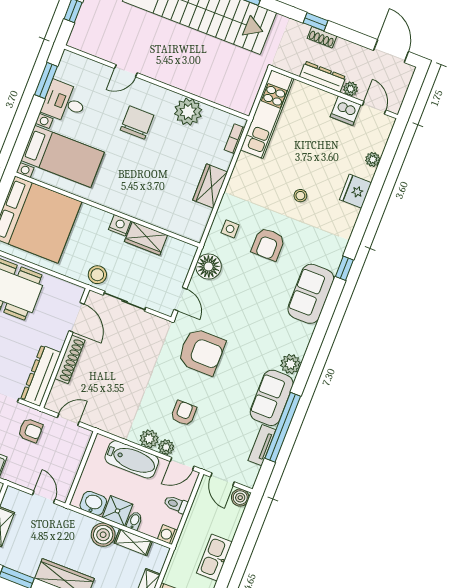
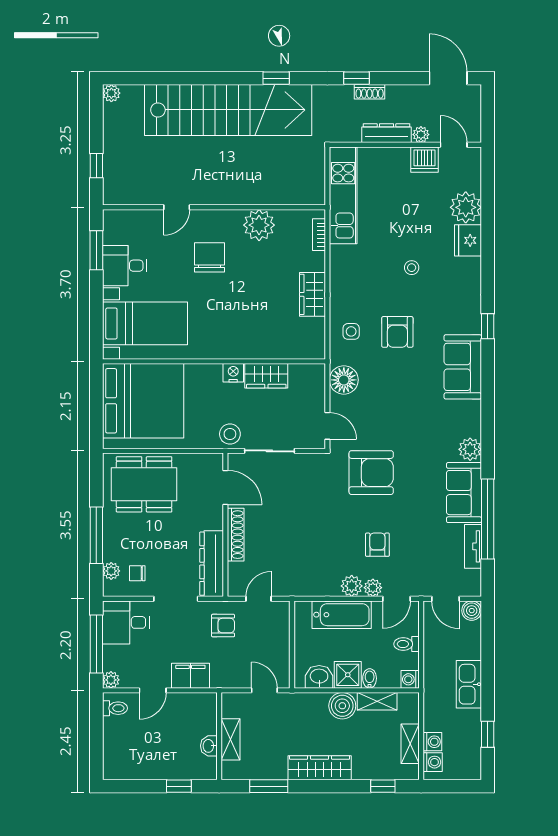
plant: (373, 159) -> (466, 207), width x1.88, depth x1.88

